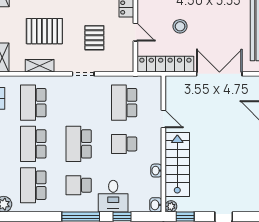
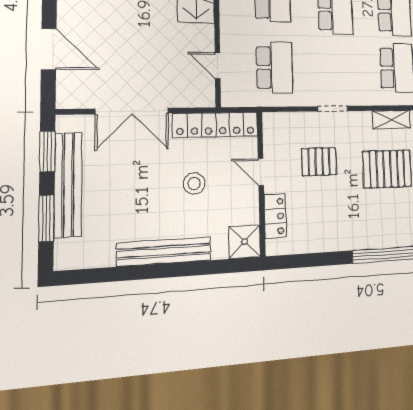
pallet: (94, 38) -> (319, 162), turned 90
door: (163, 119) -> (218, 66), moved

